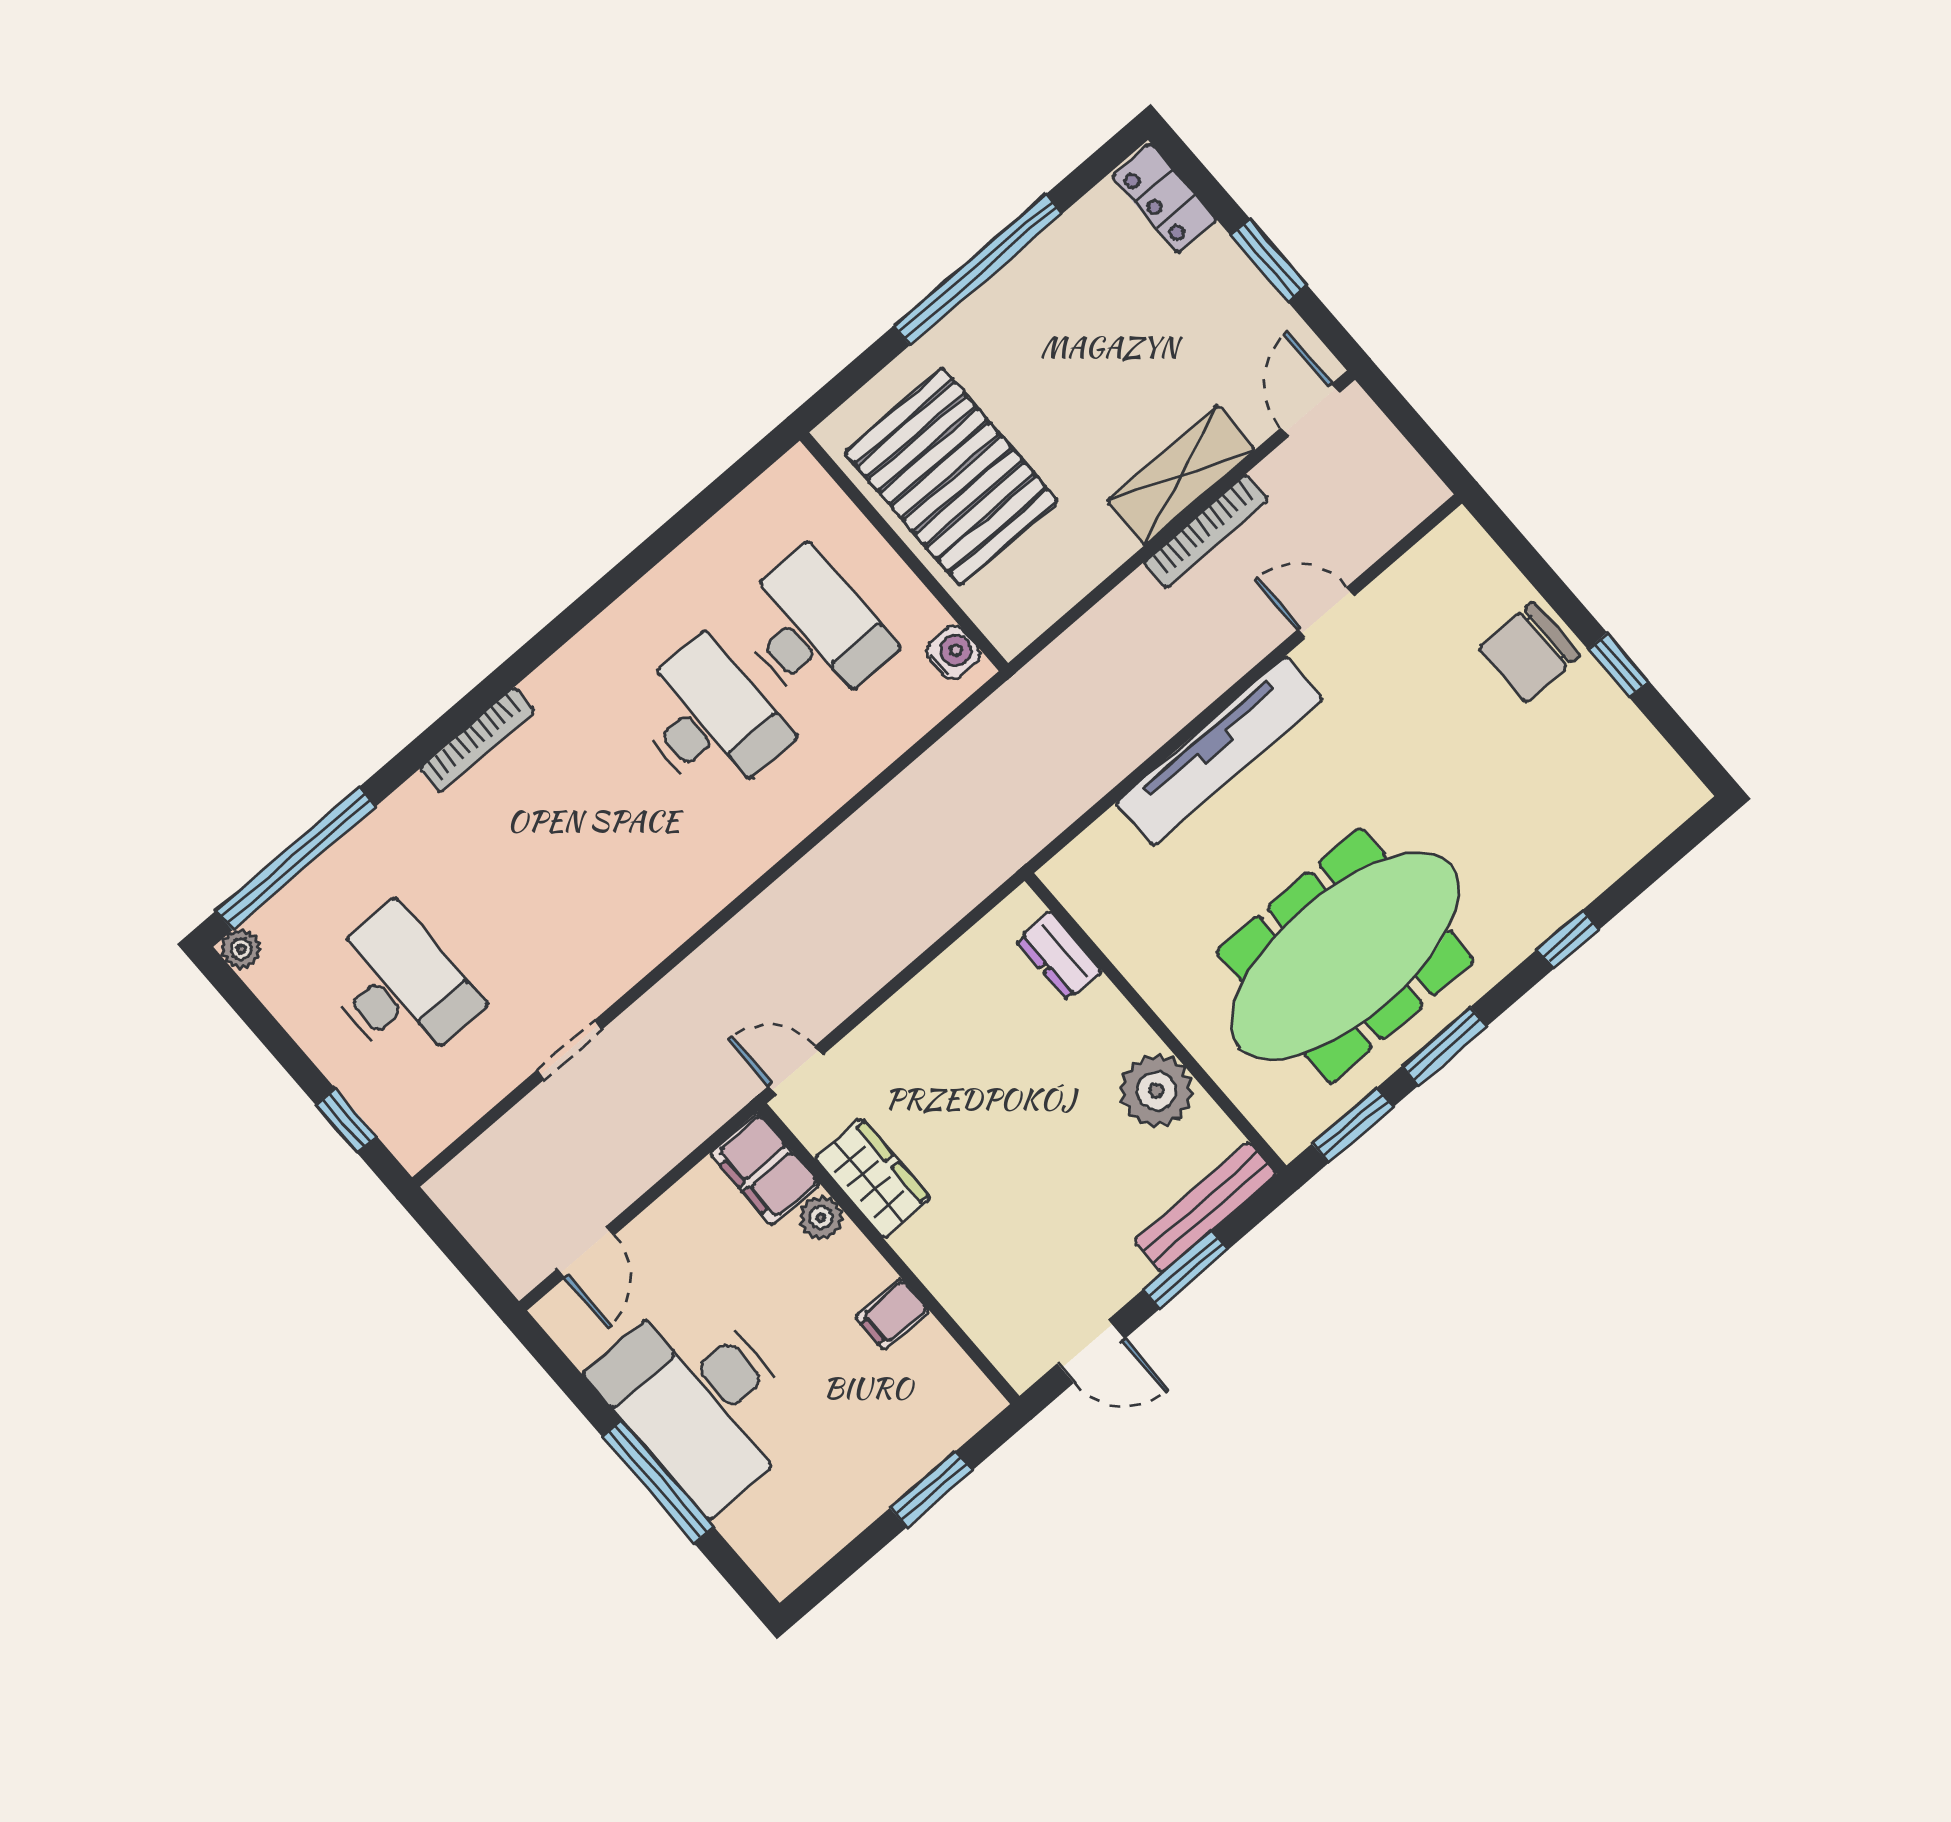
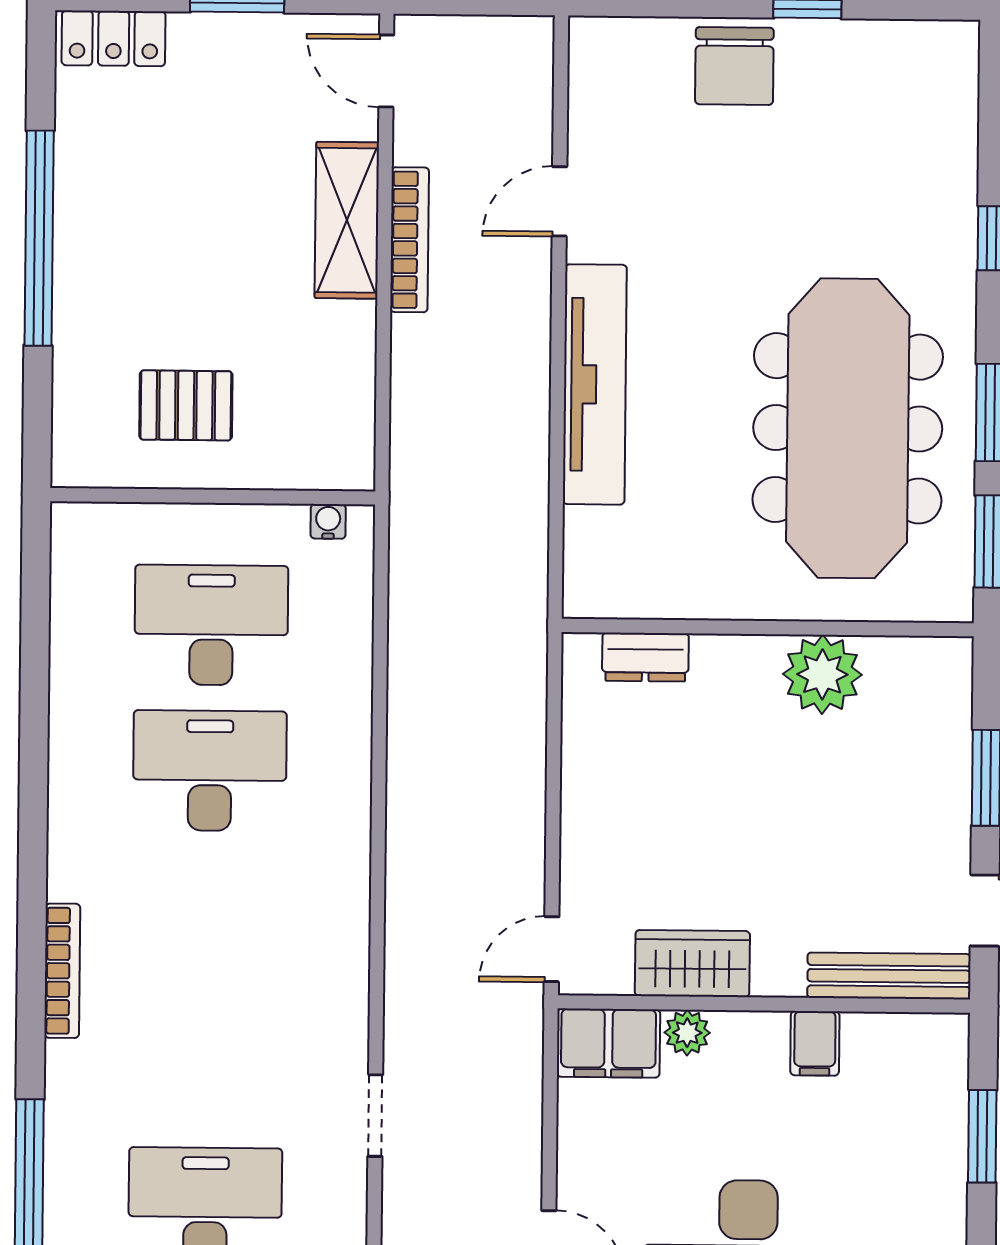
pallet: (951, 477) -> (186, 405), width x0.49, depth x0.50
water cooler: (953, 653) -> (328, 521), width x0.72, depth x0.72
bench: (1206, 1207) -> (889, 976), moved, turned 90

